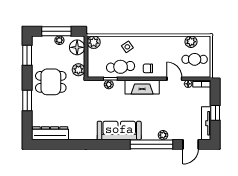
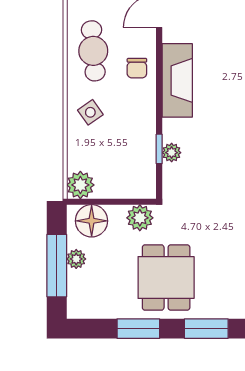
window: (27, 55) -> (138, 329), moved
cafe table: (121, 67) -> (93, 51), moved

